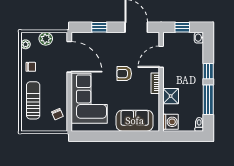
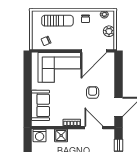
window: (99, 27) -> (119, 76), removed
armchair: (124, 74) -> (93, 92), moved

